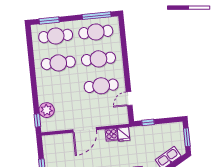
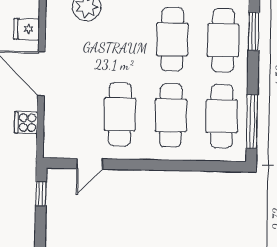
door: (129, 99) -> (90, 164), swing flipped
fridge: (124, 134) -> (27, 29), moved

